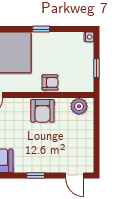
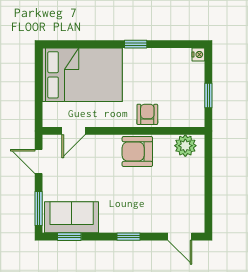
armchair: (50, 82) -> (147, 114), turned -90
armchair: (42, 111) -> (137, 152), turned 90

